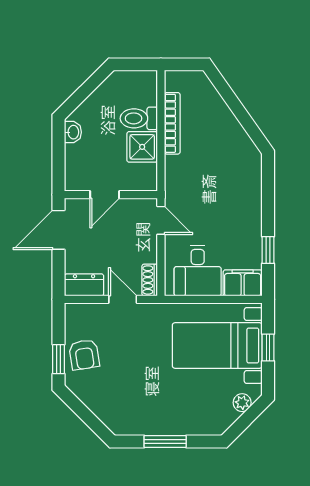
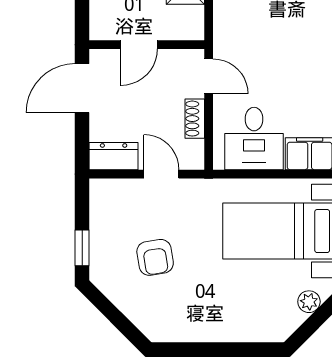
shoe rack: (150, 280) -> (195, 119), moved
armchair: (84, 355) -> (155, 257), moved
window: (165, 441) -> (214, 350), removed

